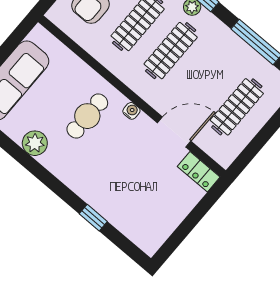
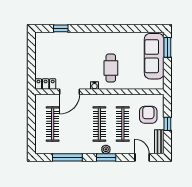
plant: (35, 143) -> (123, 39), removed
window: (93, 218) -> (61, 28), moved

